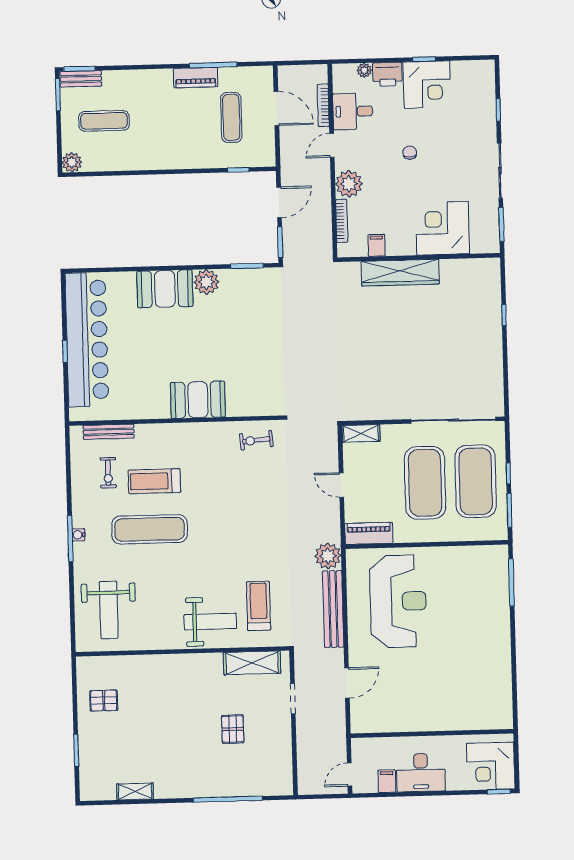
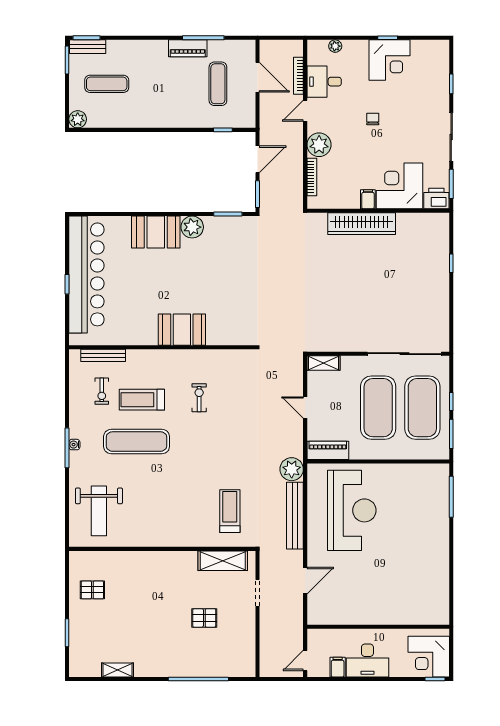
printer: (388, 74) -> (436, 199), moved, turned 180
filing cabinet: (377, 245) -> (368, 199), moved
exercise bike: (256, 440) -> (199, 398), moved, turned 95
weight bench: (210, 622) -> (187, 524), removed
pallet: (233, 729) -> (204, 618), turned 90

